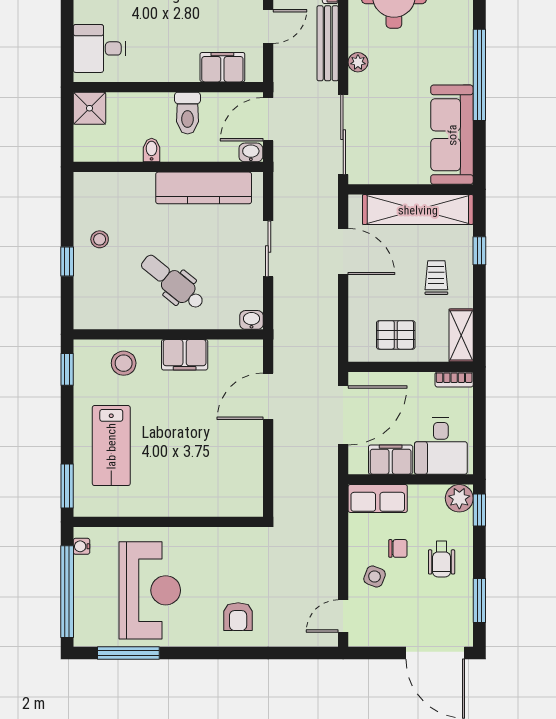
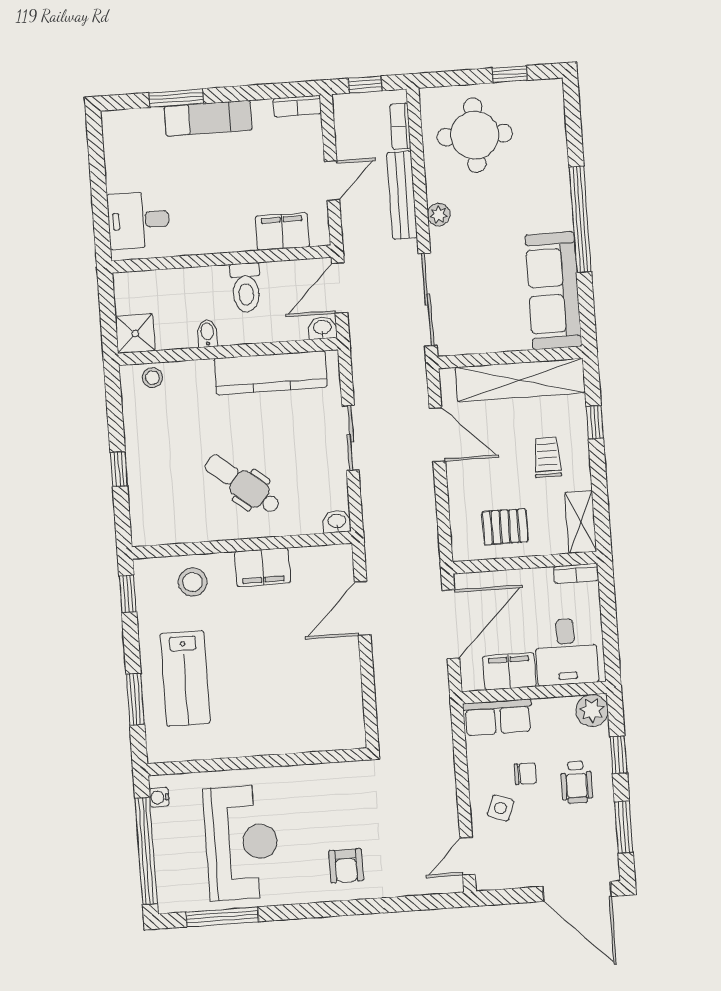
shower: (89, 108) -> (135, 333), moved
stool: (100, 239) -> (152, 378), moved
window: (67, 486) -> (135, 699), moved
window: (479, 510) -> (619, 755), moved

